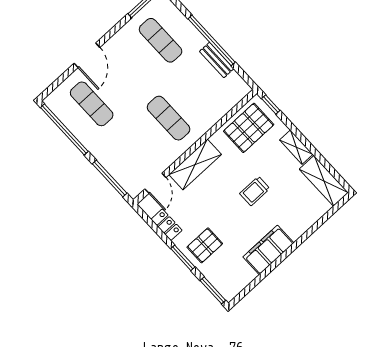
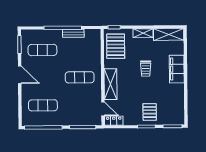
door: (87, 55) -> (20, 75), moved
locker: (167, 225) -> (114, 121), moved
filing cabinet: (268, 250) -> (177, 69), moved

